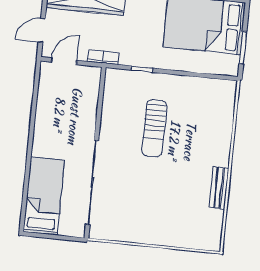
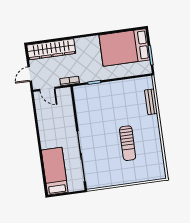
door: (64, 61) -> (47, 89), swing flipped
sun lounger: (154, 128) -> (128, 143), moved
bench: (219, 188) -> (151, 102), moved

